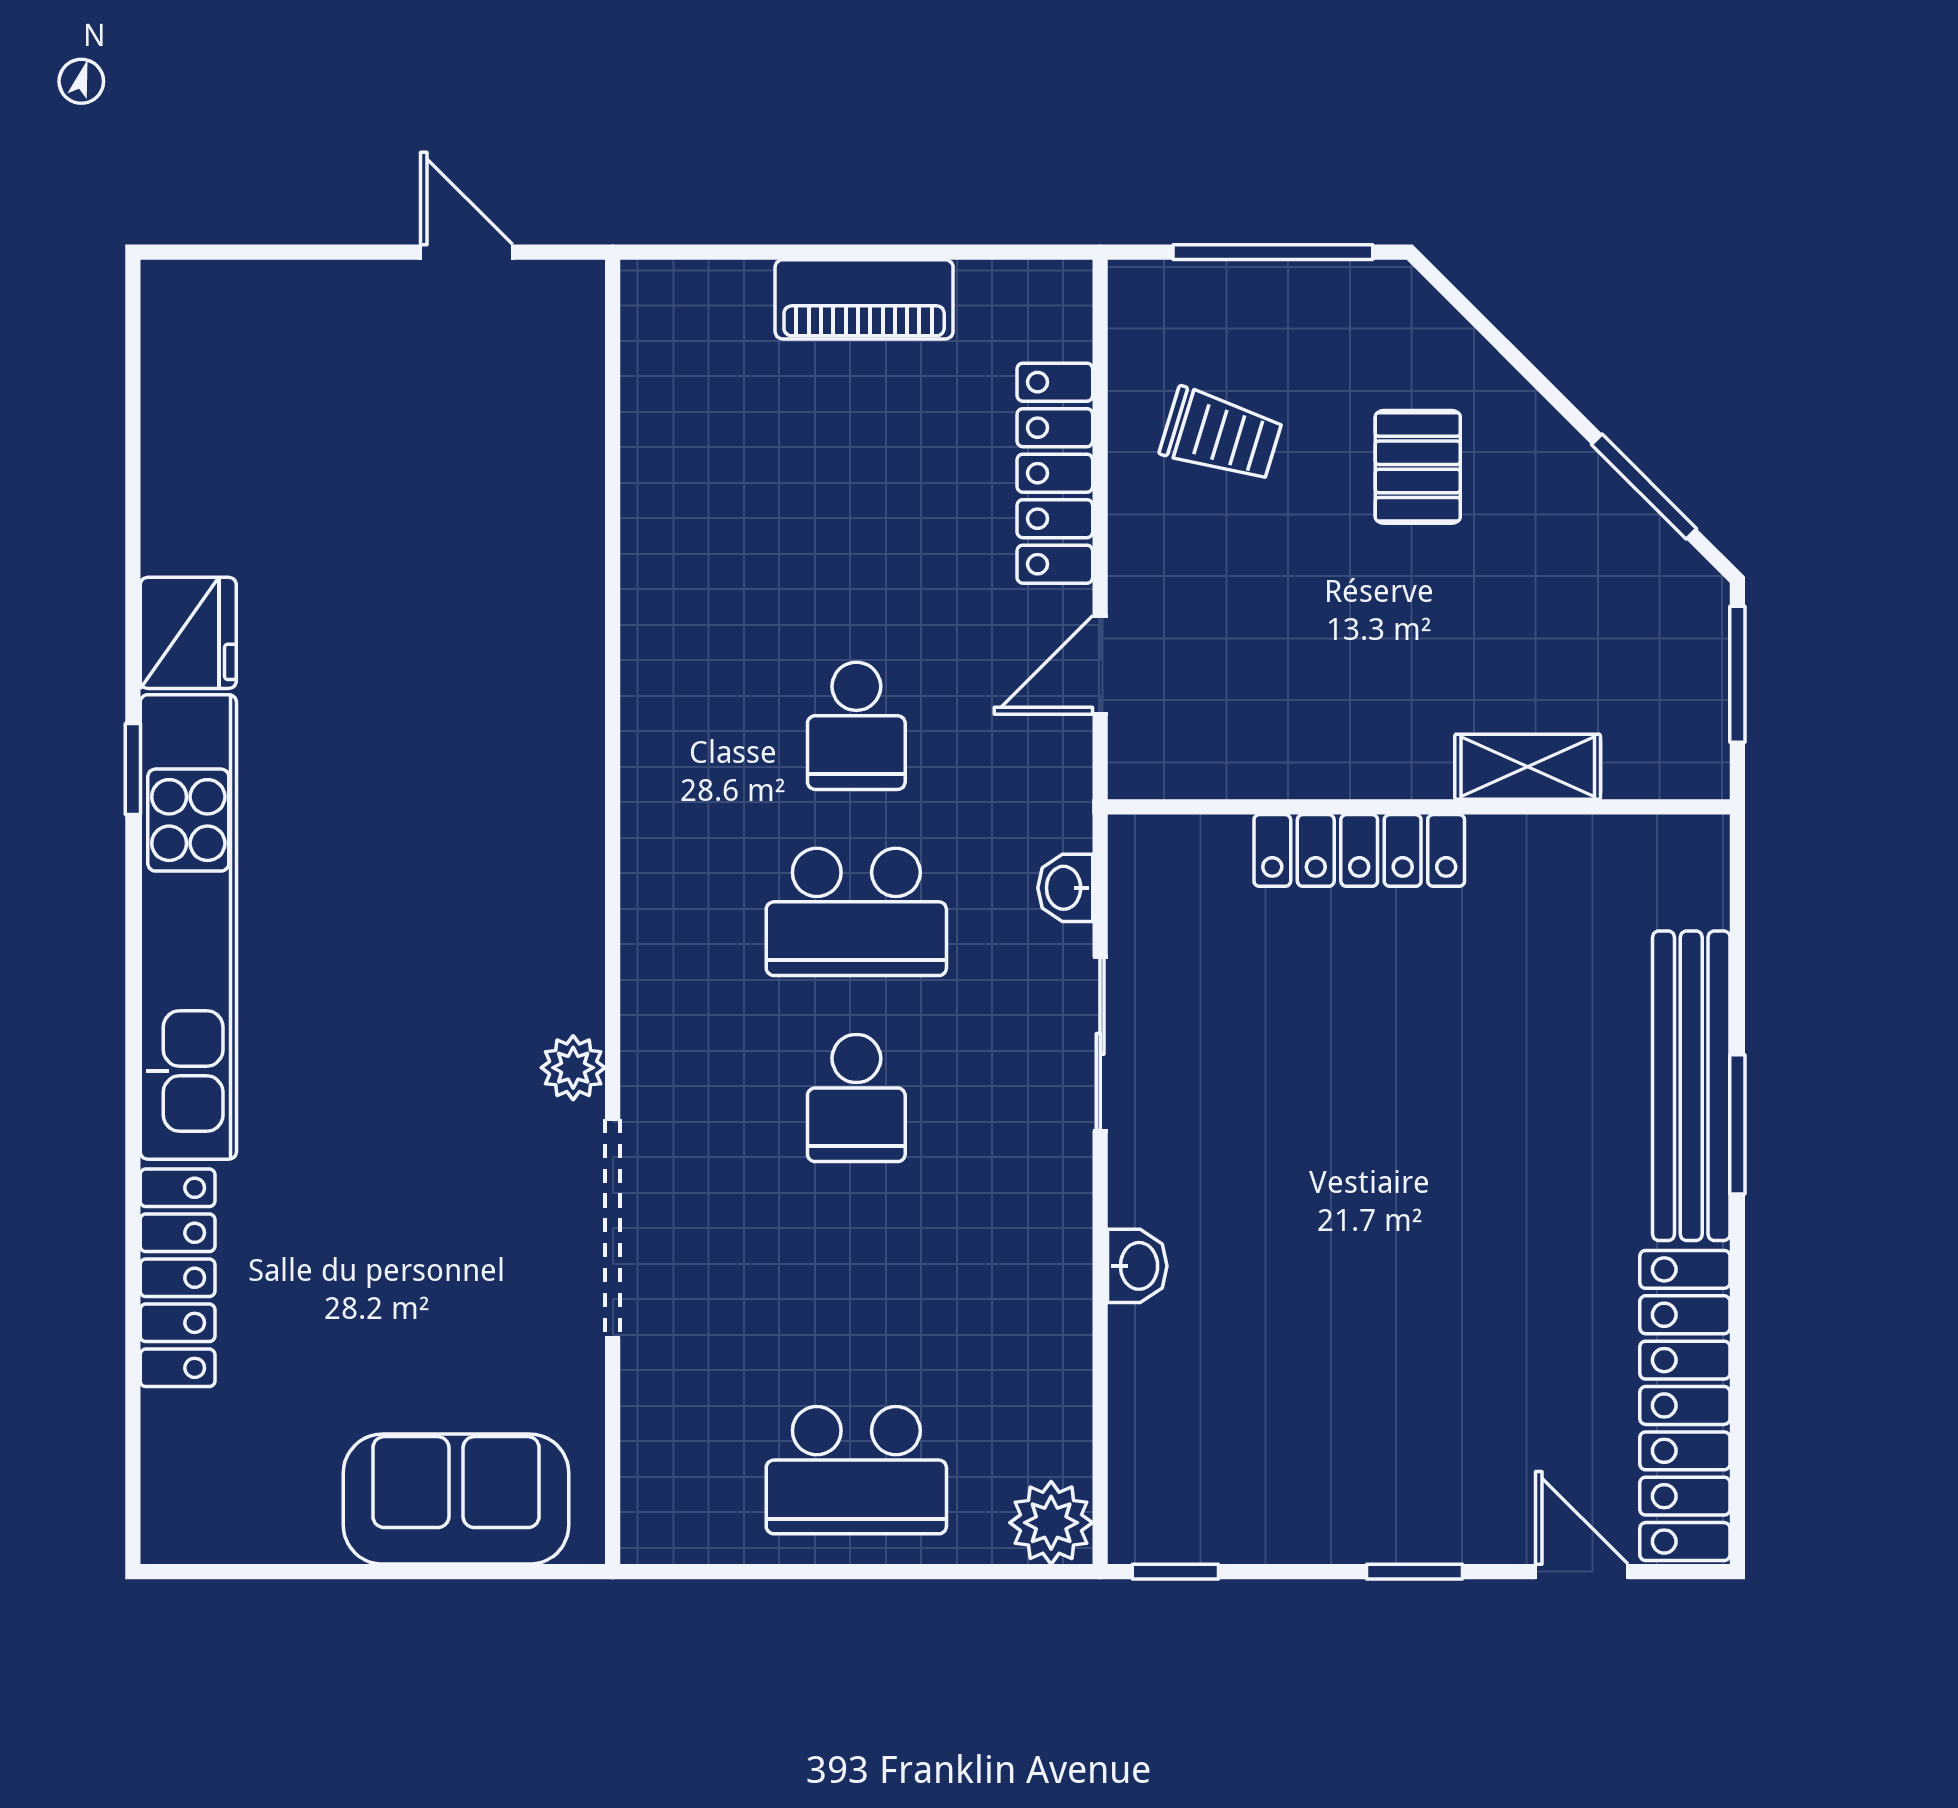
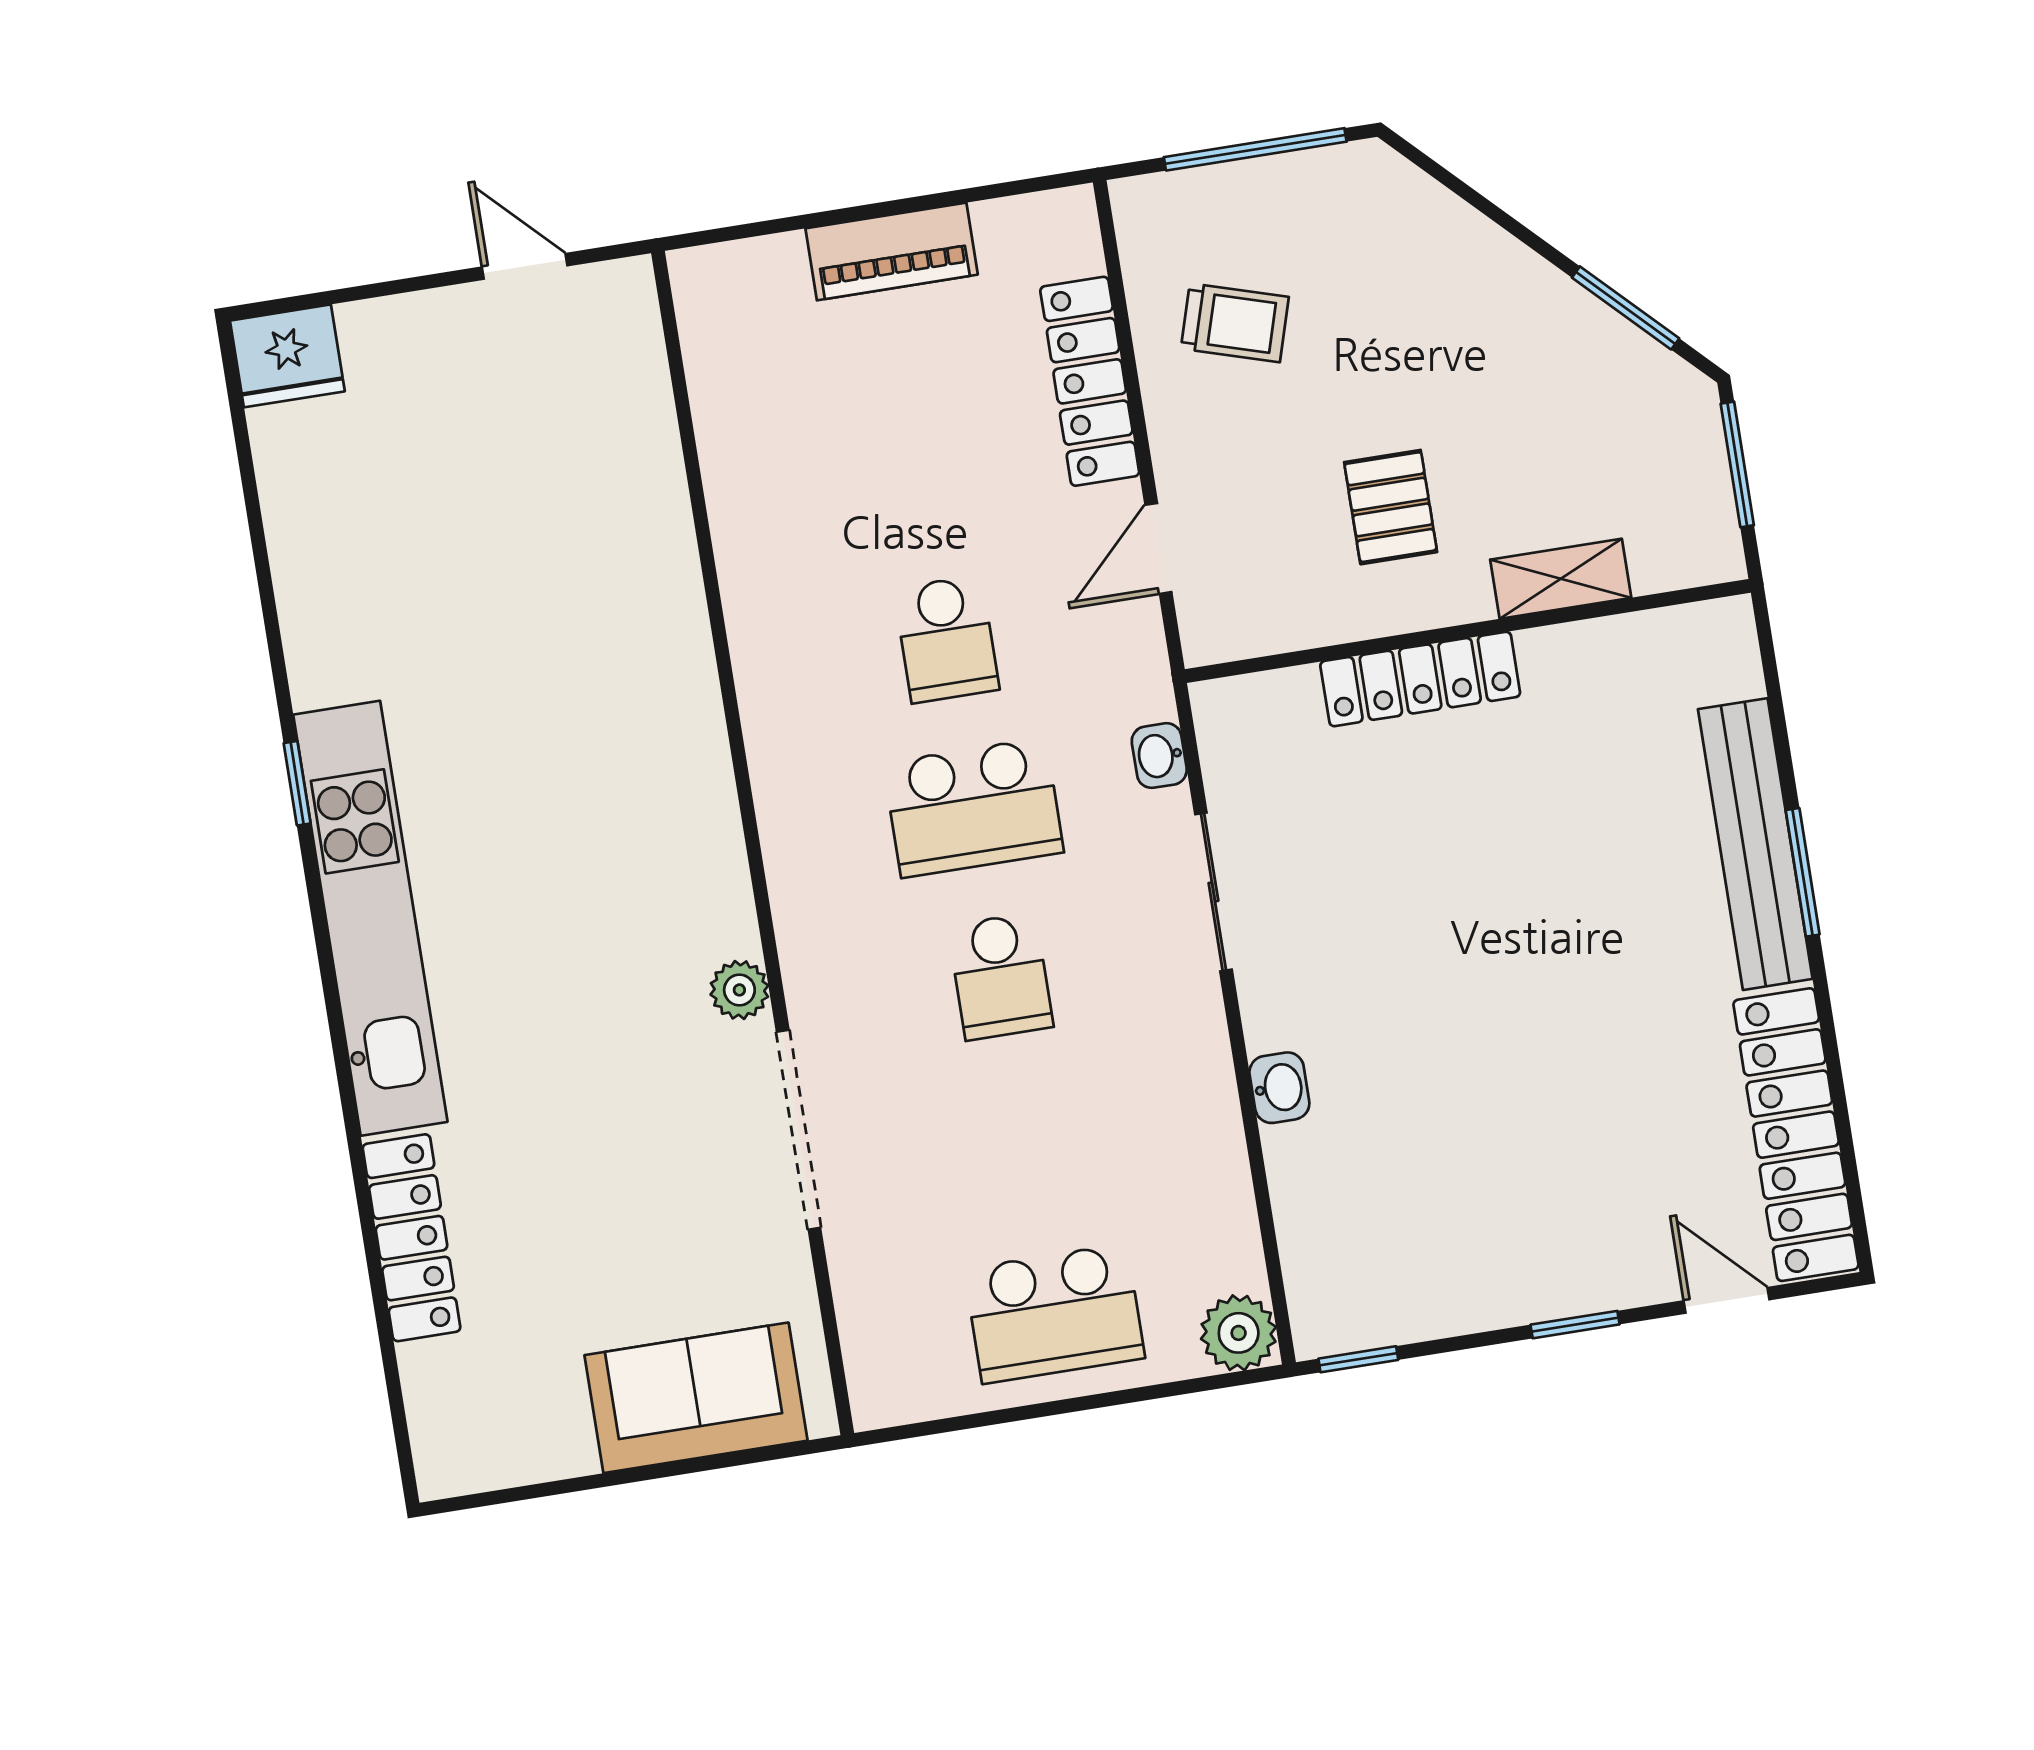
pallet: (1418, 467) -> (1391, 507), moved
fridge: (188, 633) -> (287, 356), moved, turned 90

